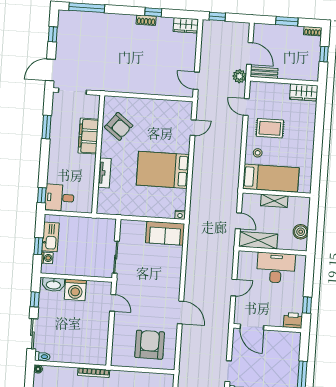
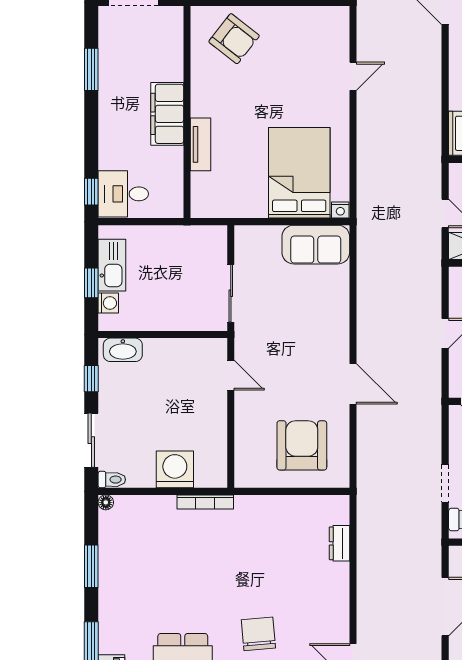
armchair: (119, 126) -> (234, 39), moved
door: (193, 128) -> (353, 76), moved
filing cabinet: (88, 136) -> (167, 114), moved
bed: (163, 170) -> (299, 173), moved, turned 90
washing machine: (75, 290) -> (175, 469), moved, turned 180

